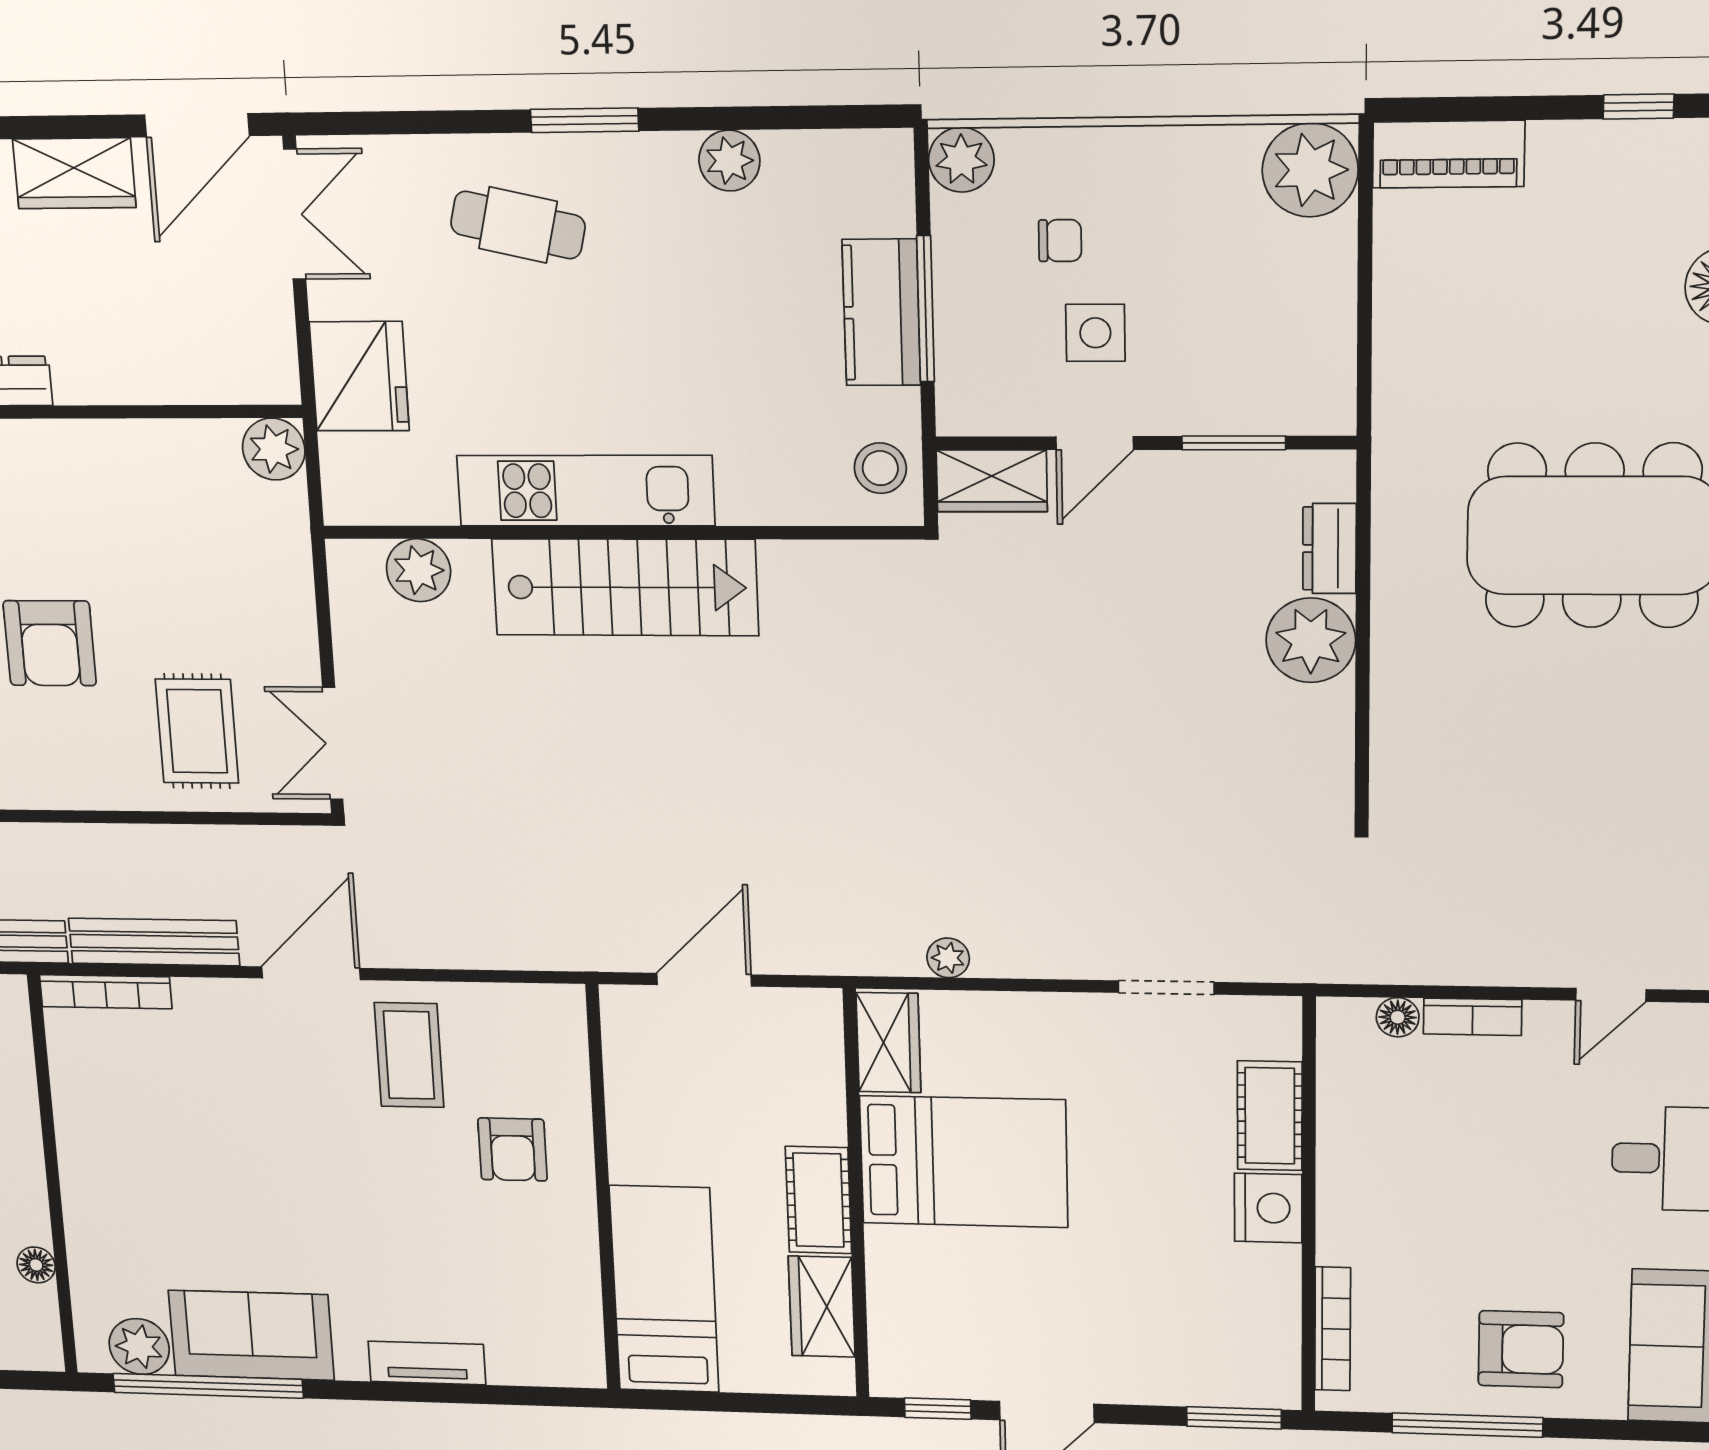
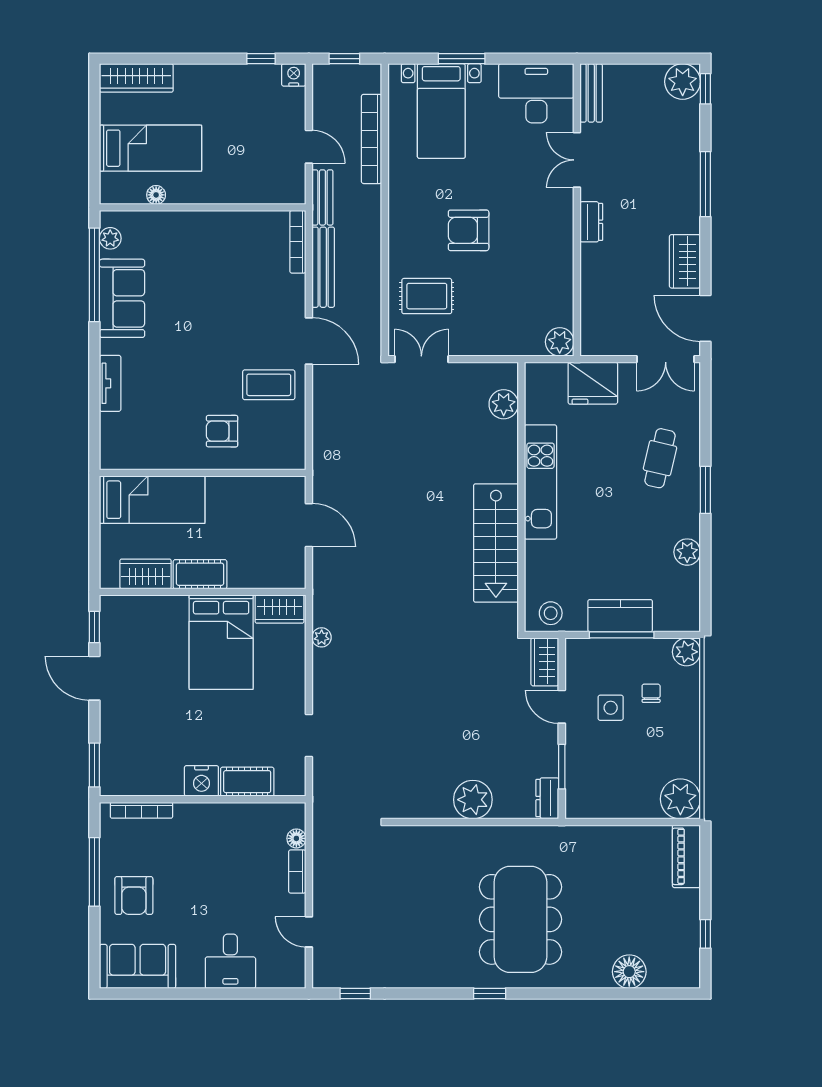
chair: (1060, 241) -> (651, 693), turned 180
dresser: (1329, 549) -> (547, 798), moved, turned -90
stairs: (625, 587) -> (496, 543), moved
plant: (139, 1347) -> (110, 238), width x0.73, depth x0.73

